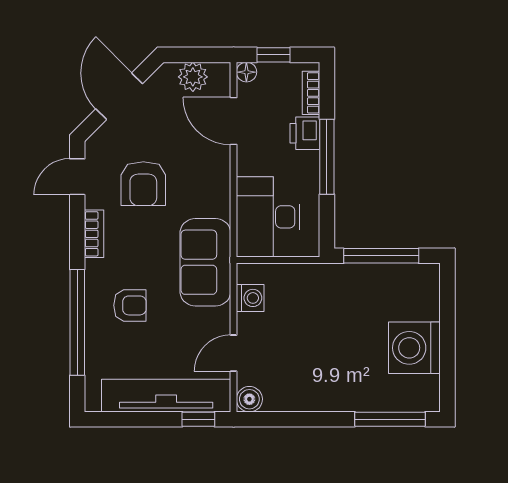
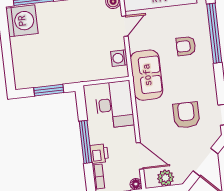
bookcase: (94, 234) -> (211, 84), removed
window: (381, 256) -> (49, 90), width x0.69
washing machine: (414, 348) -> (22, 21), moved

